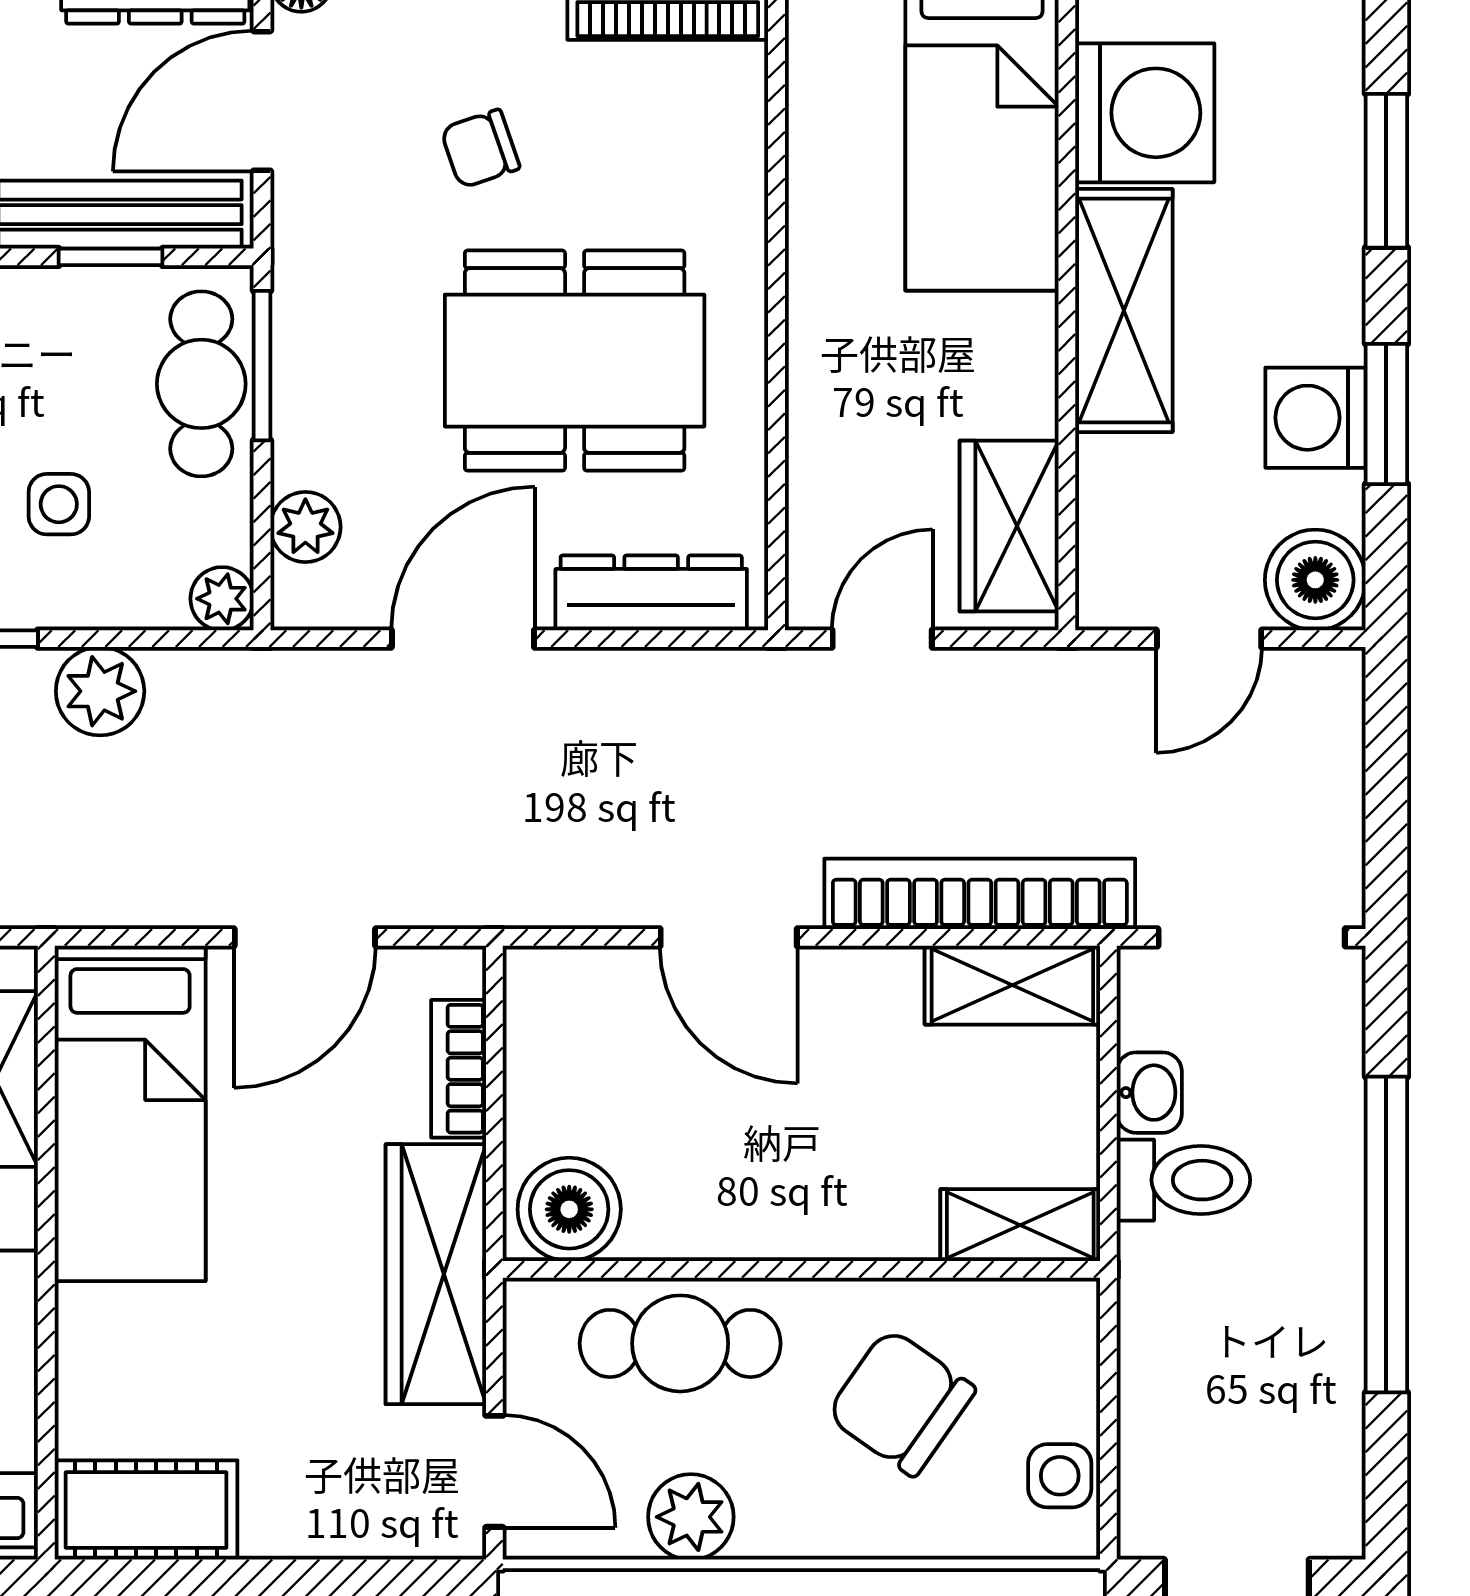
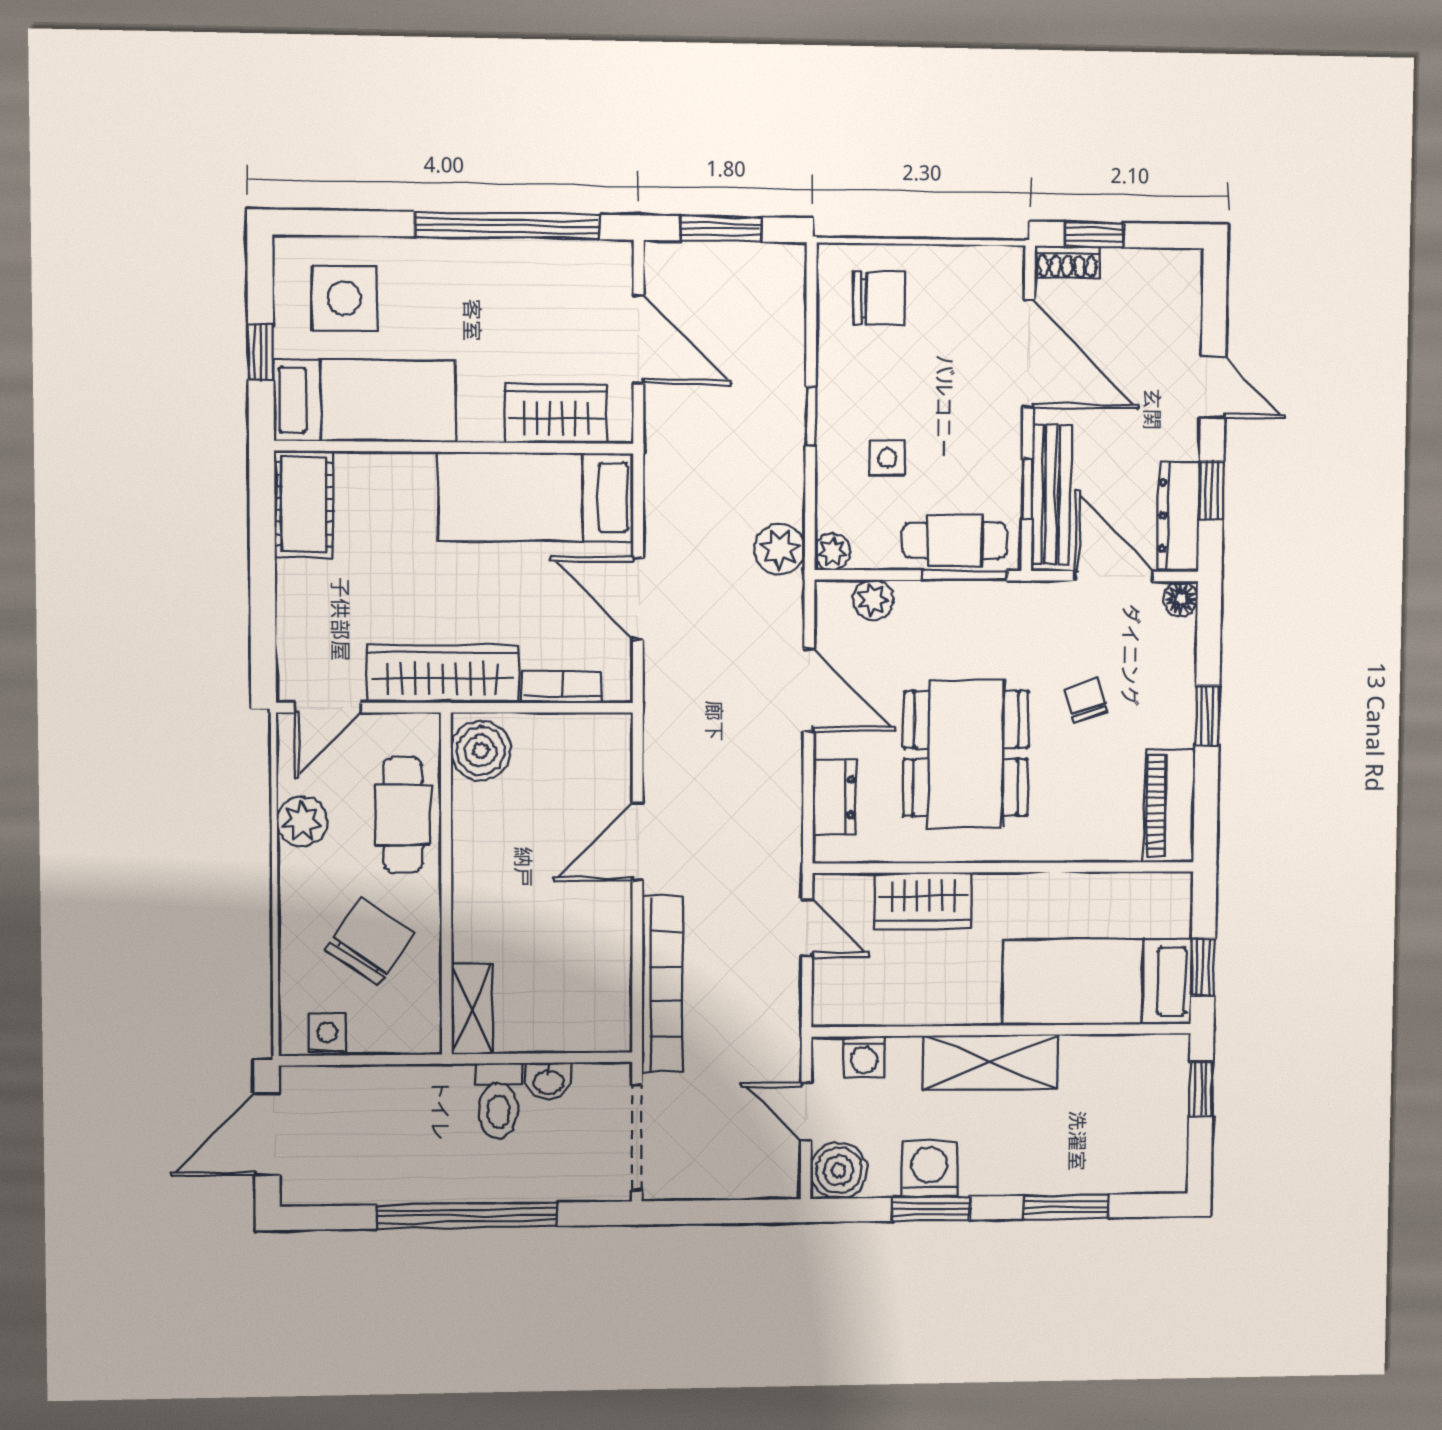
washing machine: (1145, 113) -> (864, 1057), moved, width x0.53, depth x0.53
wardrobe: (1009, 526) -> (923, 900), moved, turned 180
dresser: (651, 593) -> (834, 797), width x0.70
plant: (100, 691) -> (780, 549), moved
shelving: (1012, 985) -> (610, 1003), removed

